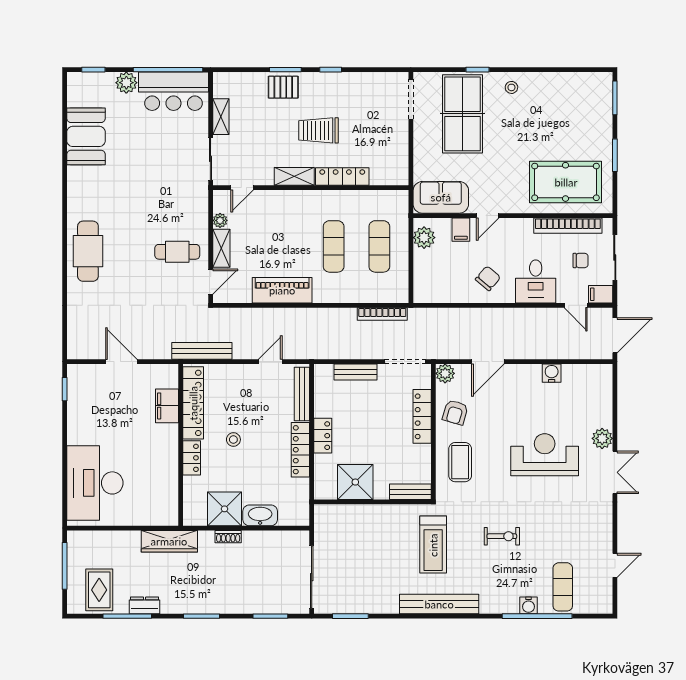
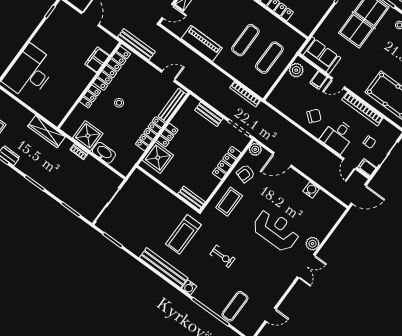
bookcase: (568, 226) -> (362, 109), moved
shower: (355, 482) -> (158, 158), moved
water cooler: (529, 605) -> (189, 287), moved

